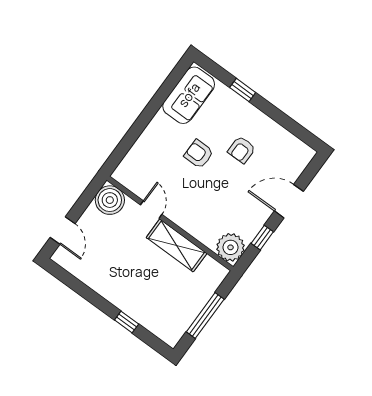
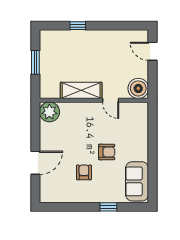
window: (262, 238) -> (35, 131), removed
window: (205, 315) -> (35, 62), width x0.69

